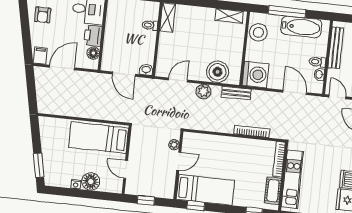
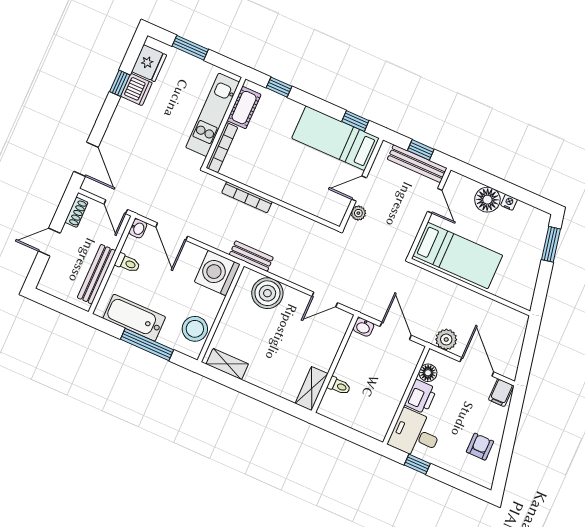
door: (62, 68) -> (477, 367), swing flipped
washbasin: (319, 74) -> (138, 228), moved
plant: (203, 92) -> (446, 339), moved
bench: (145, 190) -> (417, 164), added

